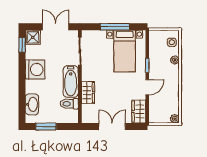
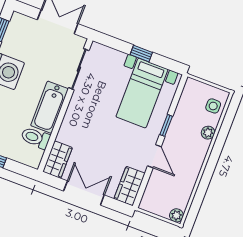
window: (115, 27) -> (141, 53), width x0.46
shower: (33, 37) -> (20, 25), removed
door: (147, 87) -> (154, 156), hinge flipped
wardrobe: (88, 93) -> (58, 160), moved

